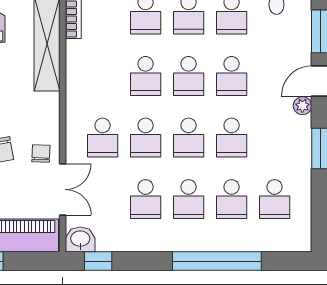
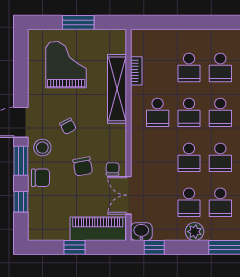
school desk: (103, 138) -> (158, 112), moved
double door: (63, 189) -> (129, 195), swing flipped
plant: (153, 239) -> (195, 232), added

